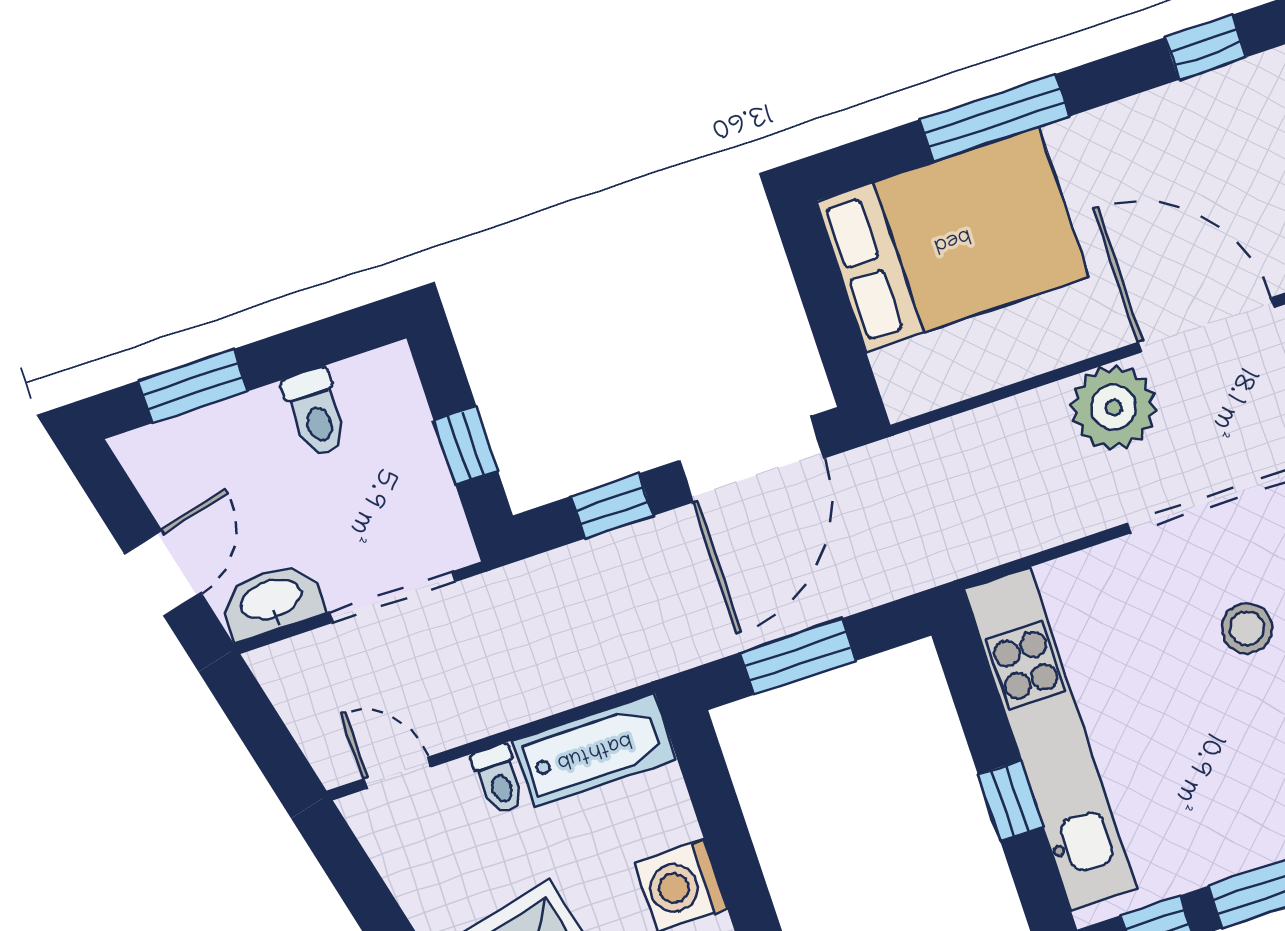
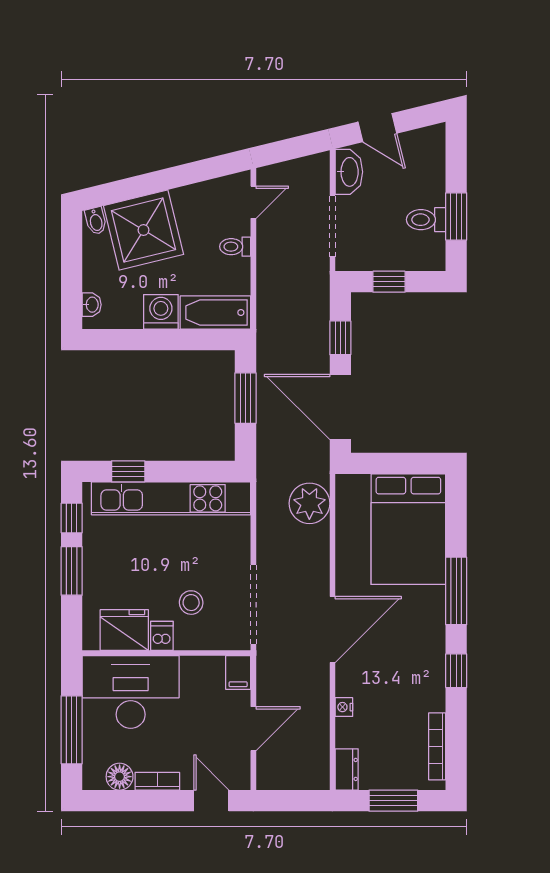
window: (995, 118) -> (456, 591), moved
window: (193, 386) -> (456, 216), moved
plant: (1114, 407) -> (309, 503), moved
bathtub: (594, 750) -> (215, 312), moved, turned 90
window: (1010, 801) -> (128, 471), moved

